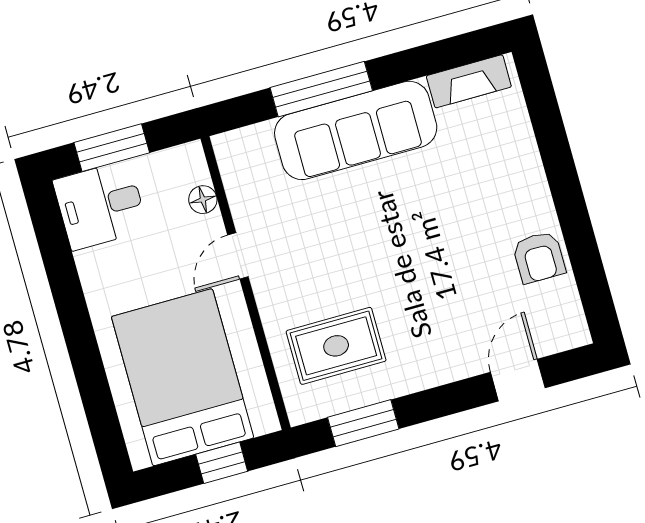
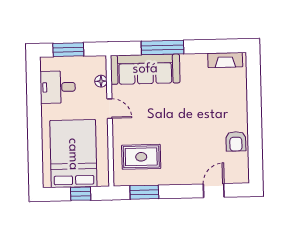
sofa: (356, 130) -> (145, 69), moved
desk: (100, 205) -> (58, 87), moved
door: (238, 256) -> (110, 109), swing flipped

